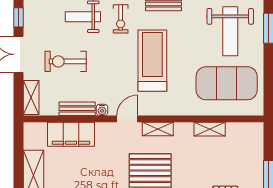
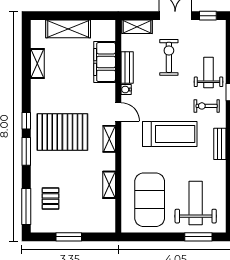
weight bench: (230, 31) -> (196, 203), turned 90

